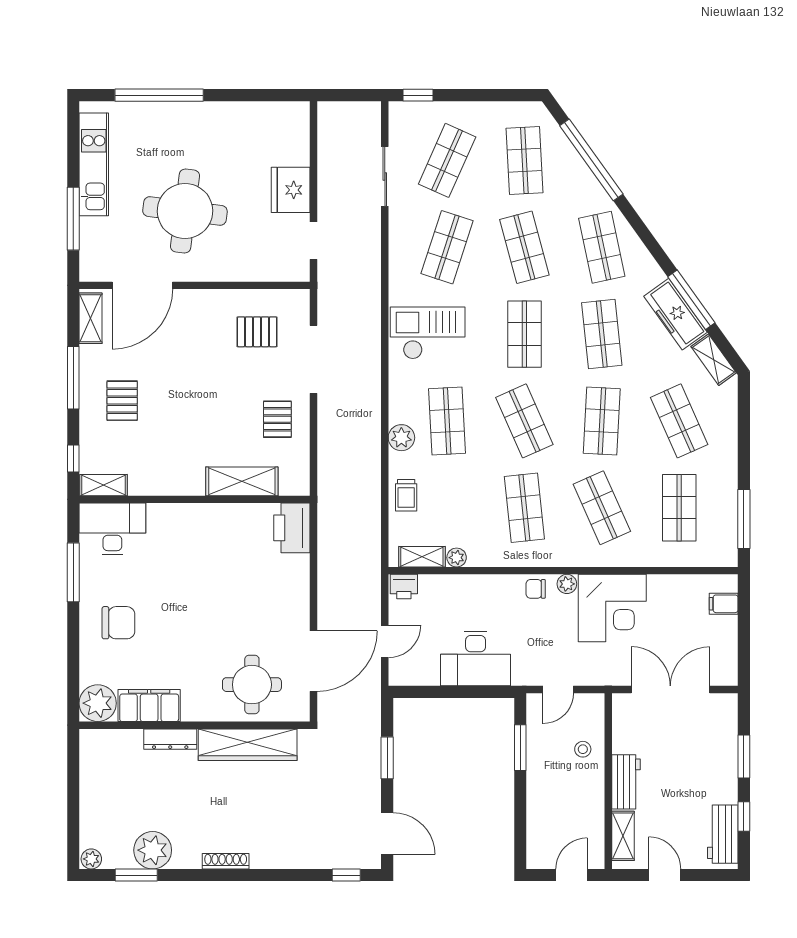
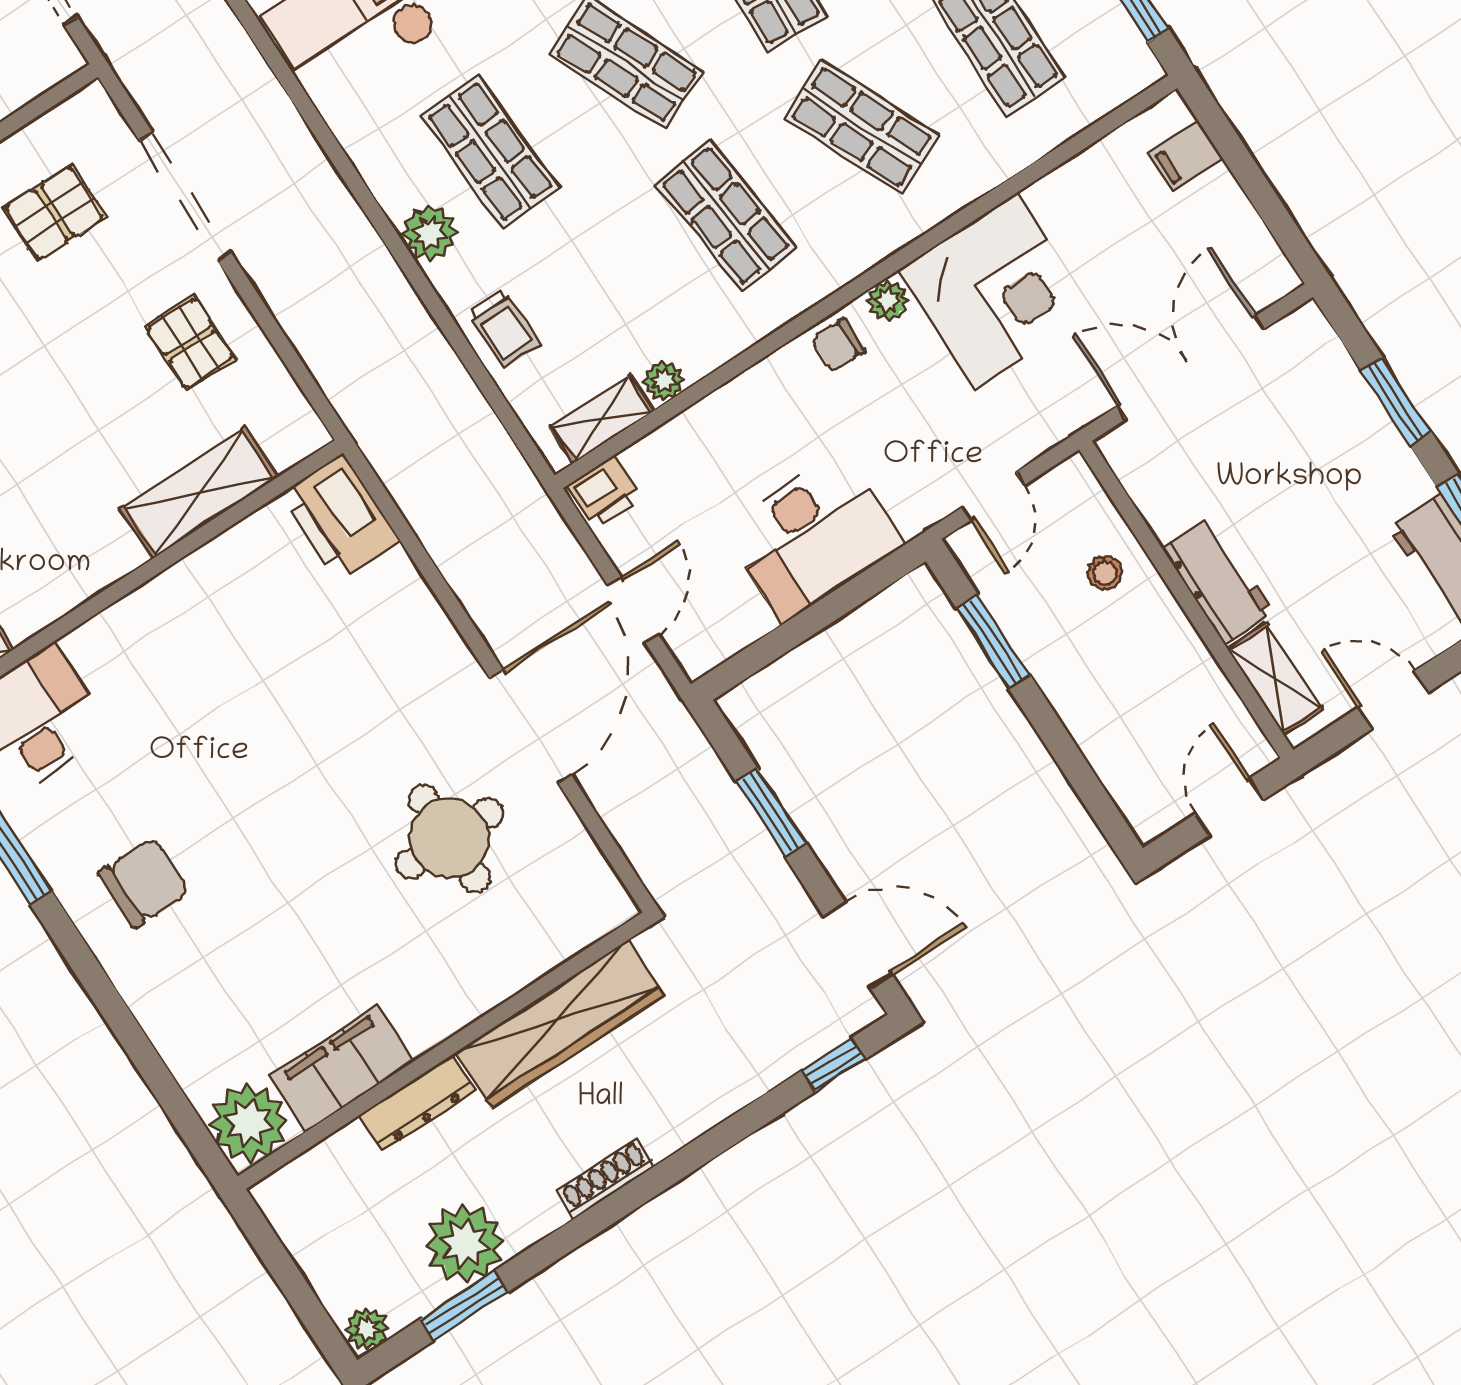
plant: (98, 703) -> (249, 1123), moved
filing cabinet: (149, 706) -> (342, 1068), moved
wall: (195, 725) -> (444, 1051), moved
dresser: (170, 739) -> (417, 1103), moved
wardrobe: (248, 745) -> (560, 1024), moved

